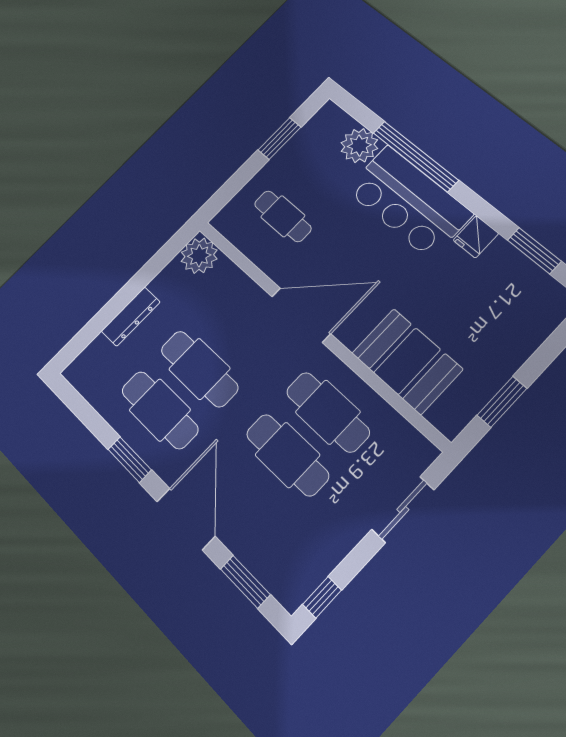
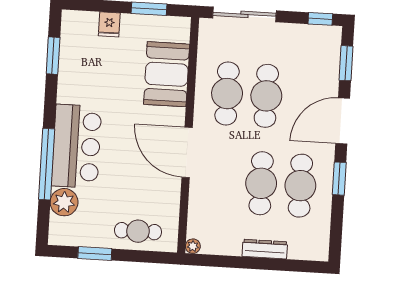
cafe table: (283, 216) -> (138, 231), moved, turned 90
fridge: (476, 237) -> (109, 24), moved, turned 90
plant: (199, 256) -> (193, 246), width x0.53, depth x0.53
sliding door: (403, 510) -> (244, 14), width x1.37

